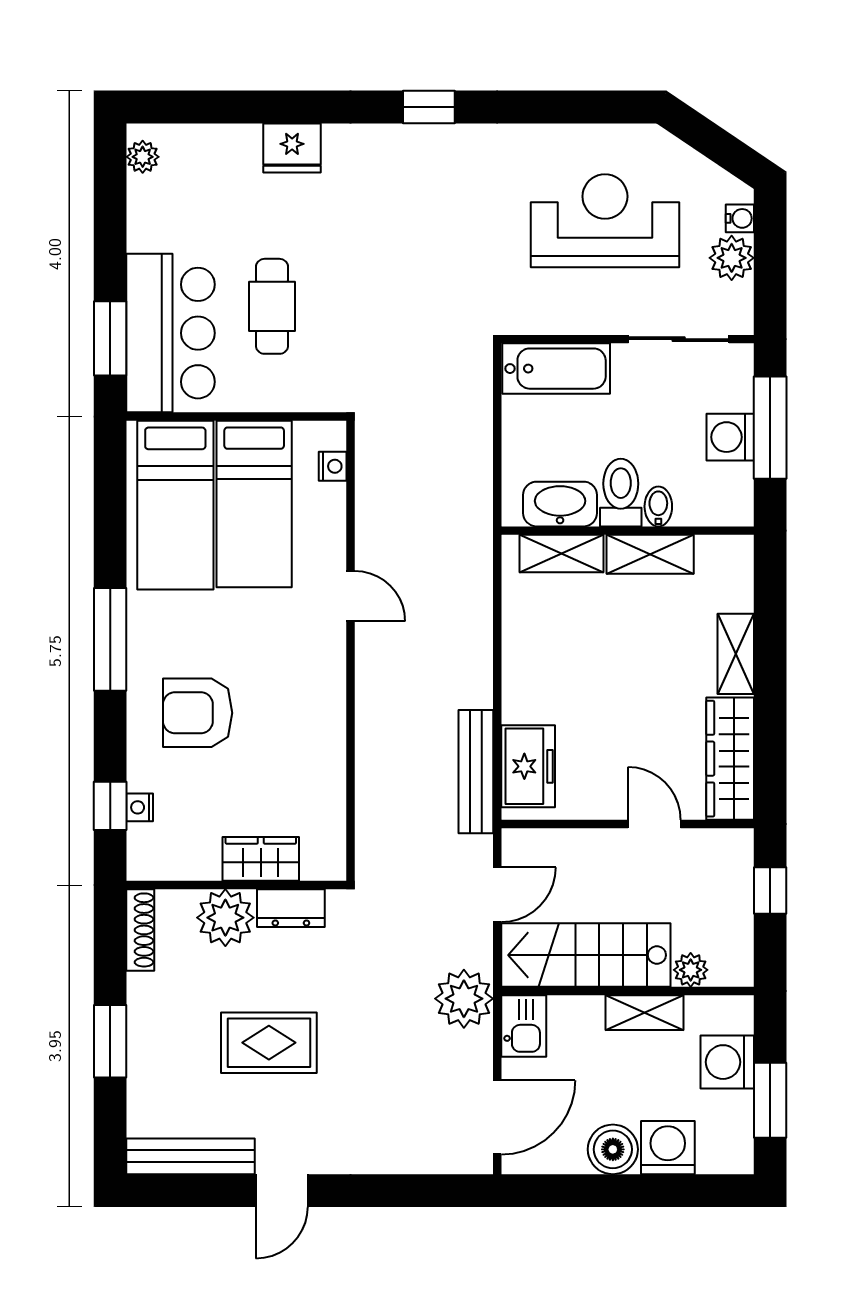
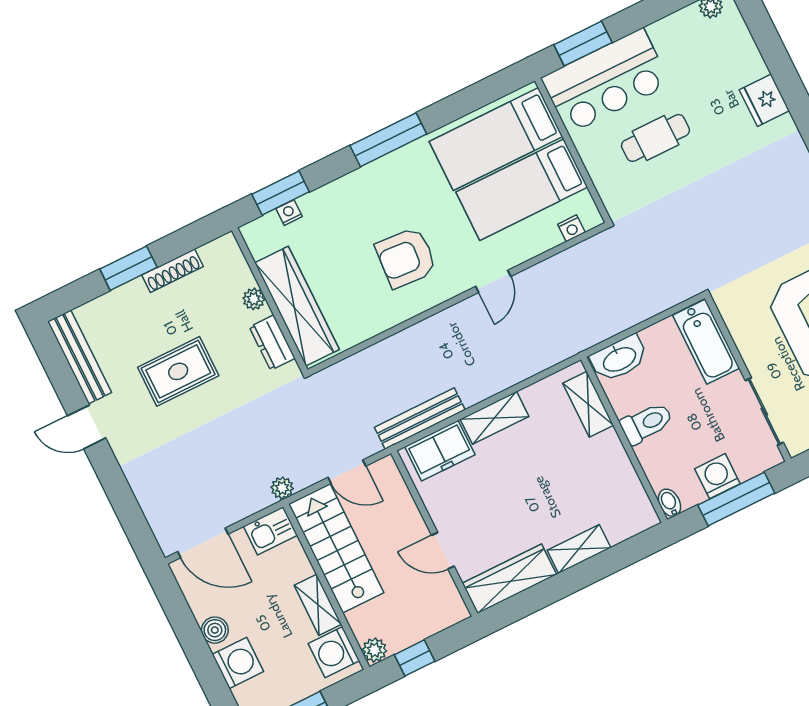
washbasin: (560, 504) -> (619, 359), moved, turned 90
bidet: (658, 507) -> (669, 503), moved, turned -90
shelving: (650, 554) -> (494, 418), moved, turned 90
armchair: (198, 713) -> (406, 258), moved, turned -86
window: (110, 806) -> (281, 193), width x1.50
door: (654, 824) -> (443, 551), swing flipped
wardrobe: (261, 859) -> (297, 306), width x2.10, depth x1.17
window: (770, 890) -> (415, 658), moved
plant: (225, 918) -> (254, 299), width x0.53, depth x0.53
shoe rack: (140, 930) -> (172, 271), moved
plant: (691, 970) -> (374, 650), moved
plant: (464, 999) -> (282, 488), width x0.53, depth x0.53
rug: (269, 1043) -> (178, 371), turned 90
washing machine: (727, 1062) -> (334, 652), moved, turned -90
boiler: (613, 1149) -> (215, 630), width x0.73, depth x0.73

